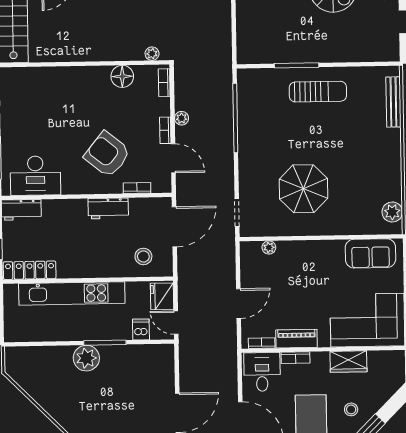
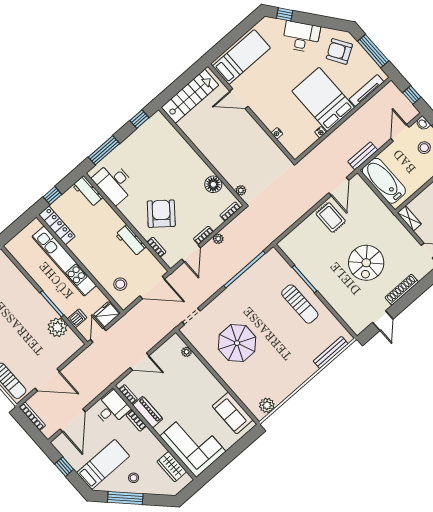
plant: (86, 358) -> (57, 327), moved
wardrobe: (348, 362) -> (172, 467), moved

